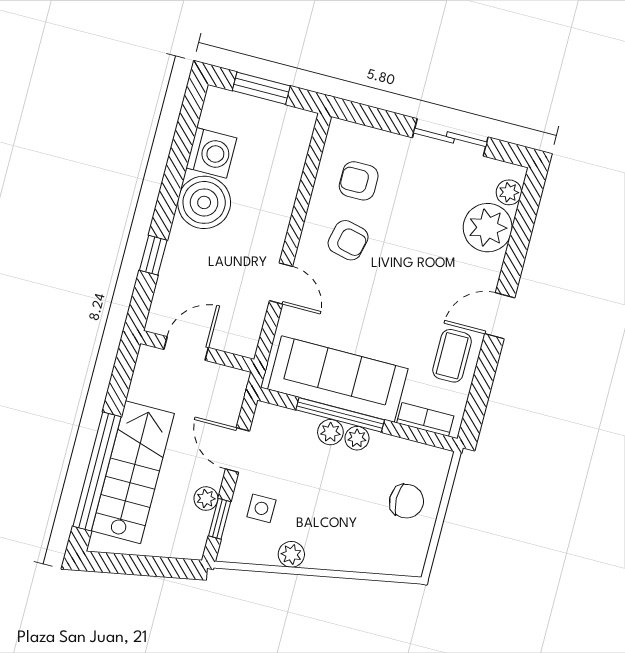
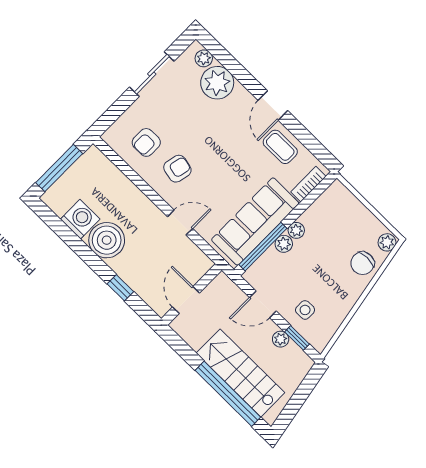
window: (261, 88) -> (59, 168), width x1.44
window: (340, 415) -> (263, 247), moved
chair: (406, 501) -> (362, 263), moved, turned 180
plant: (291, 554) -> (387, 242), moved

